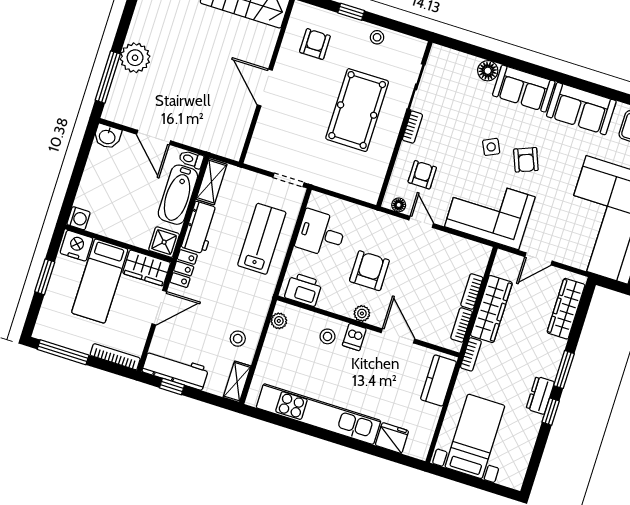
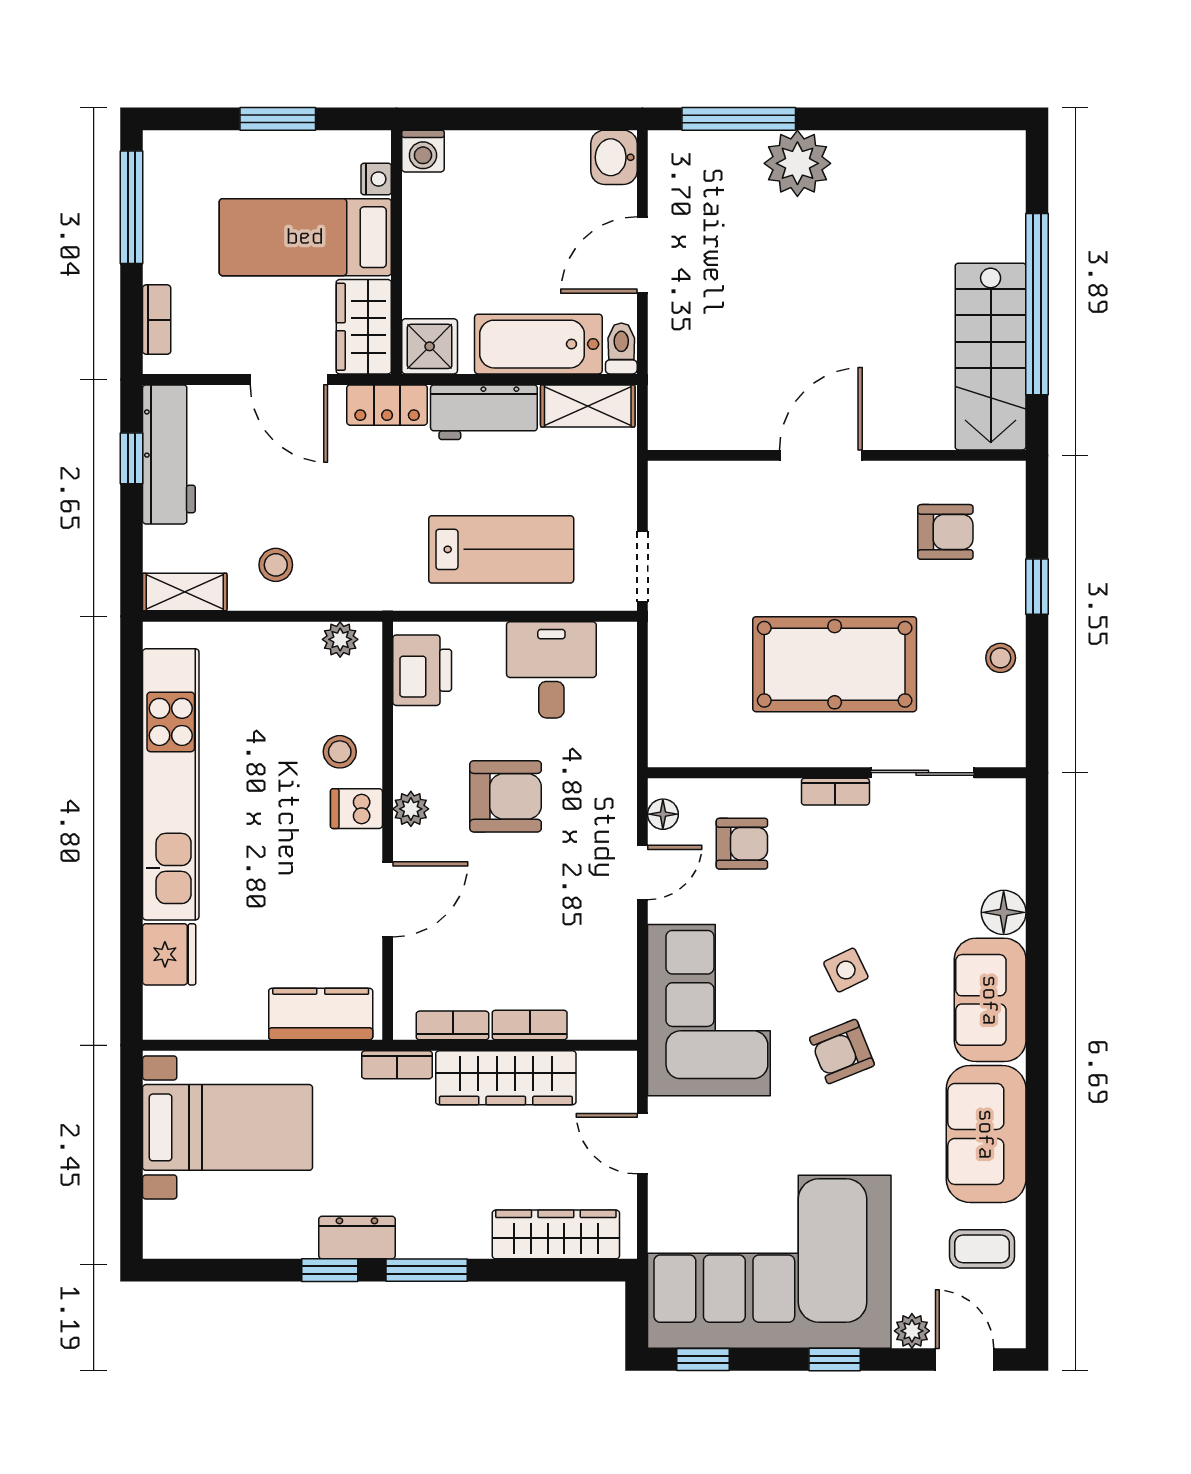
nightstand: (76, 246) -> (376, 179), width x0.53, depth x0.56
bookcase: (115, 357) -> (157, 320), width x0.64

